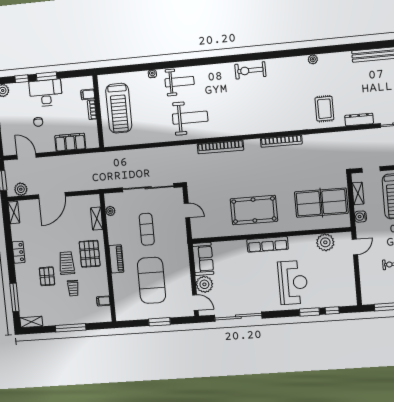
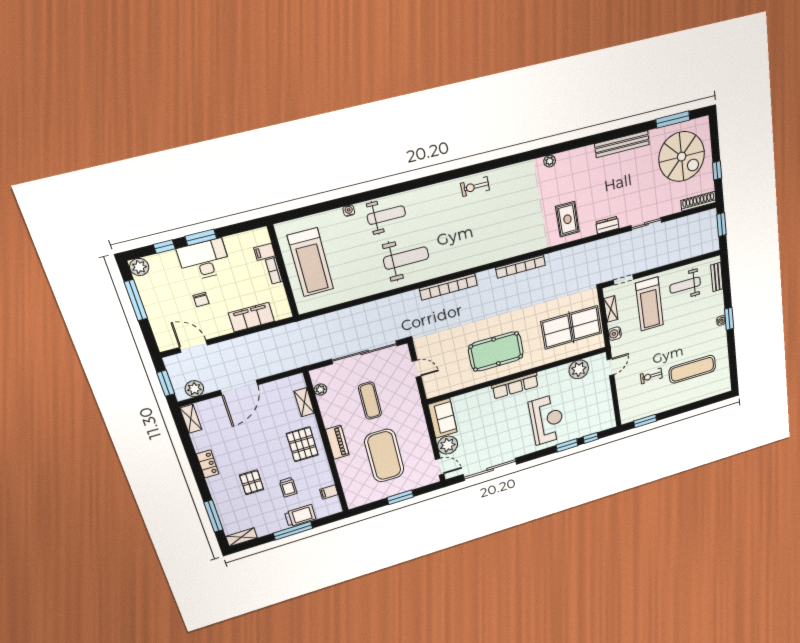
exercise bike: (250, 70) -> (475, 187), width x0.73, depth x0.72
dresser: (359, 120) -> (607, 225), width x0.70
trolley: (67, 263) -> (300, 516), moved, turned 90

